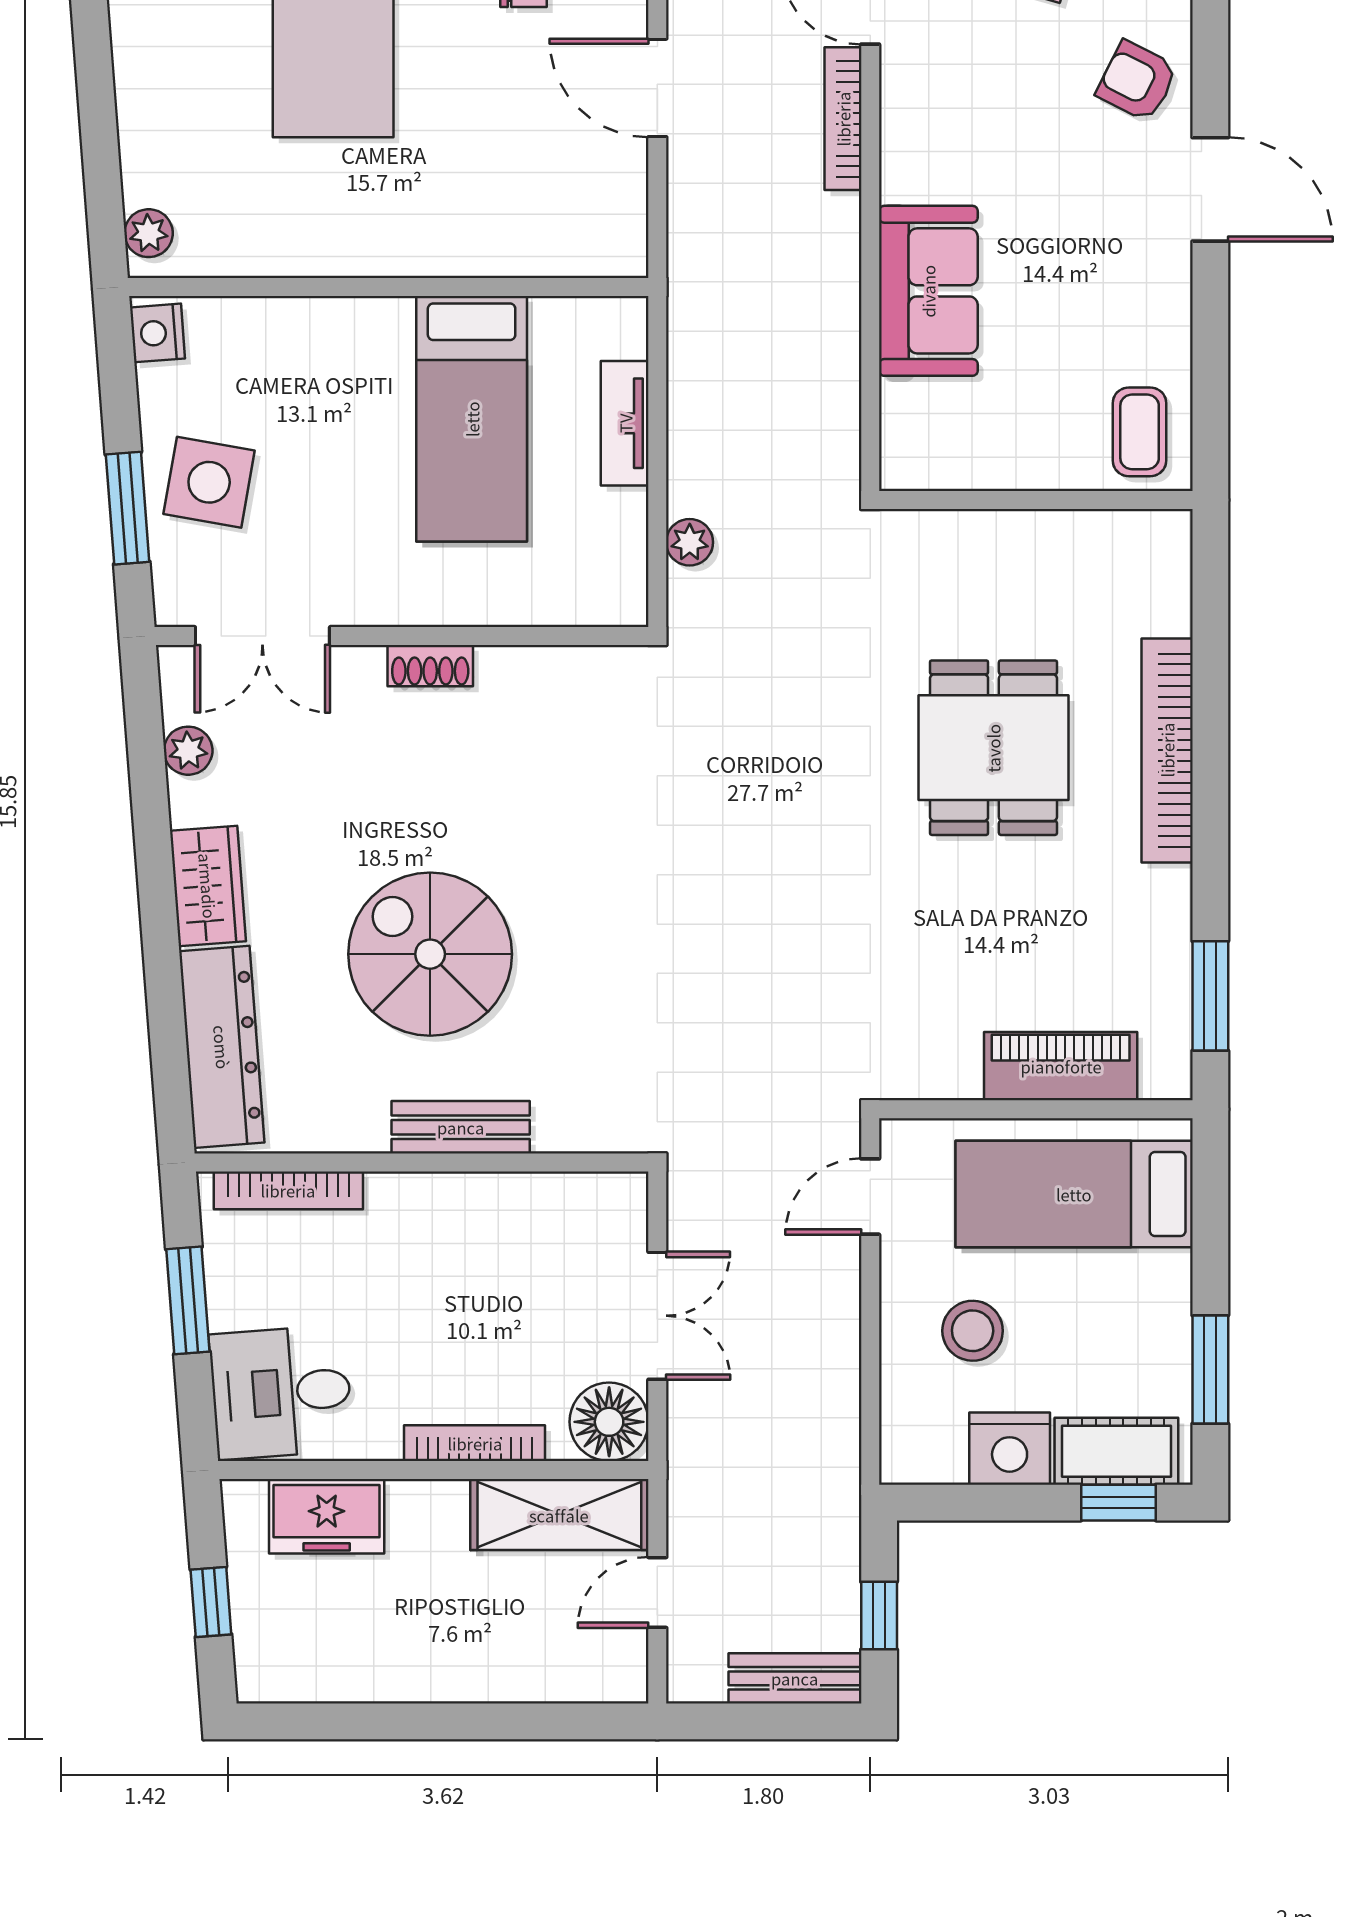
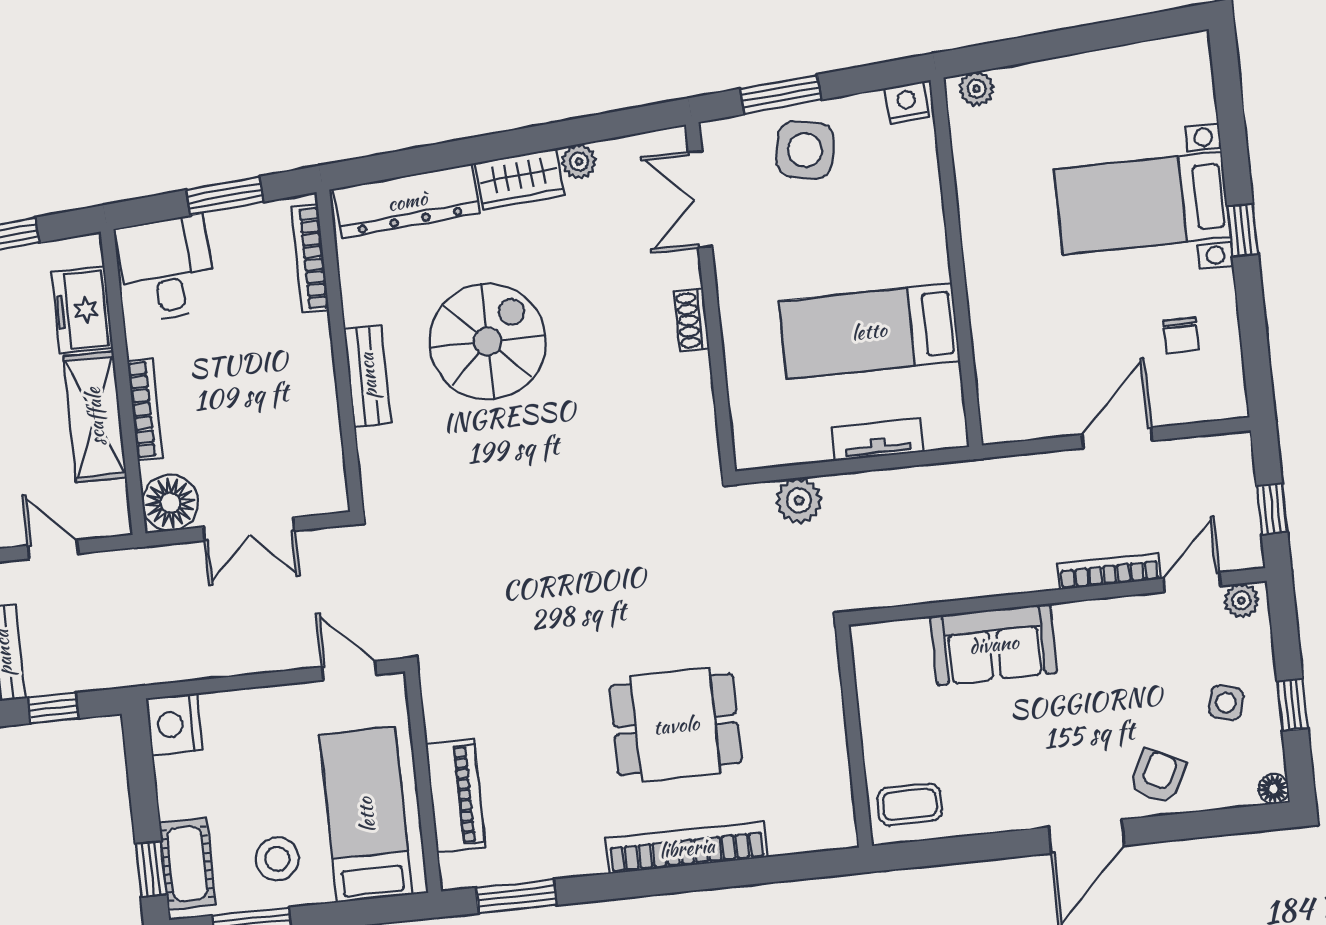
plant: (690, 542) -> (799, 500), width x1.38, depth x1.38
plant: (188, 751) -> (579, 162), moved
stool: (973, 1331) -> (277, 859), moved
nightstand: (1010, 1449) -> (174, 724), moved
shelving: (559, 1515) -> (95, 417), moved

